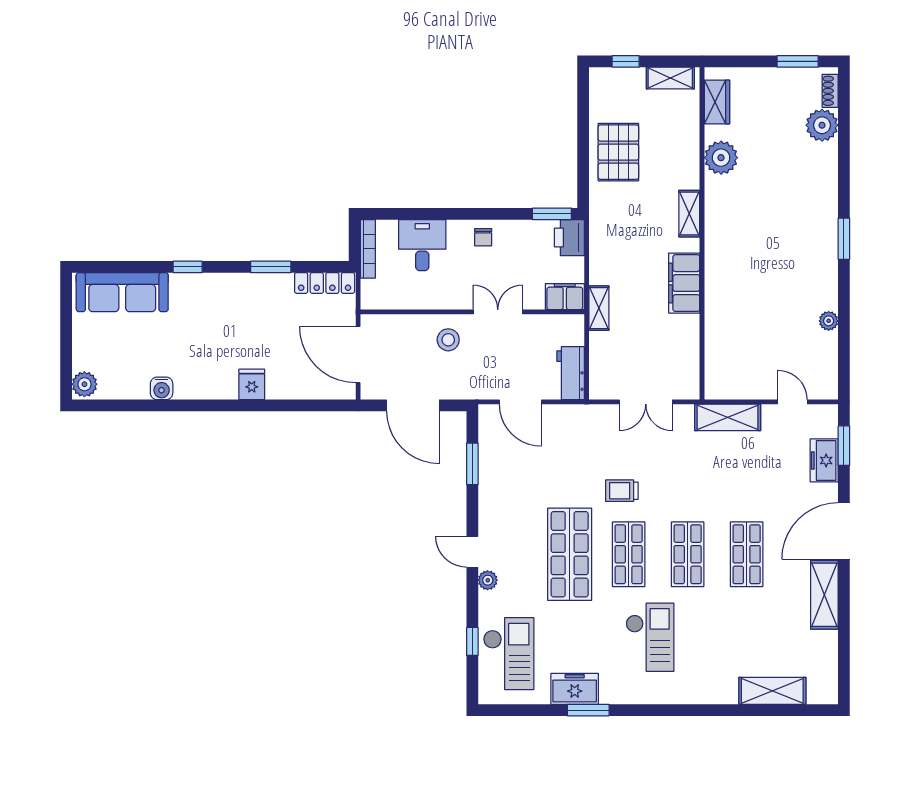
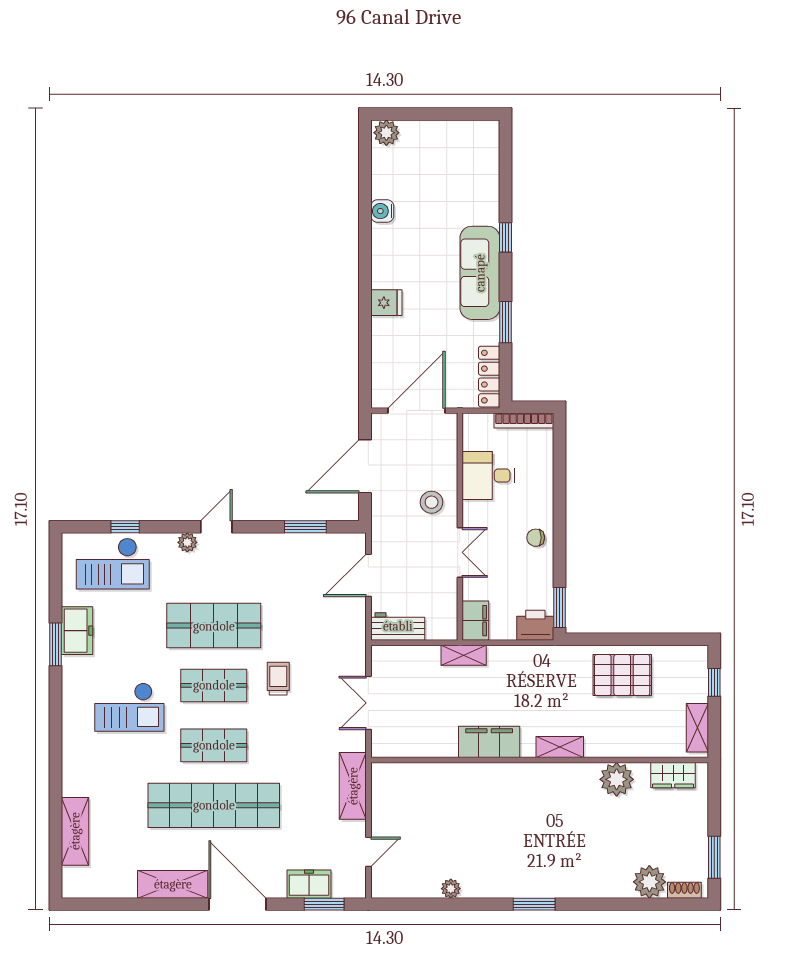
desk: (422, 245) -> (488, 476), moved, turned 180
sofa: (122, 292) -> (480, 273), moved
shop shelf: (747, 554) -> (214, 805), width x2.00, depth x1.36

